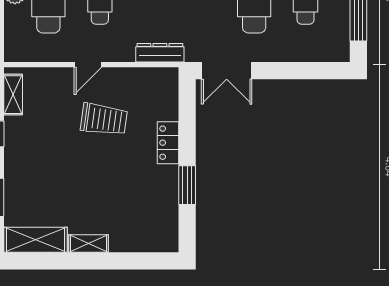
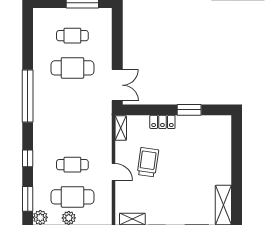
dresser: (160, 53) -> (106, 127), removed
shelving: (88, 244) -> (121, 128), moved

